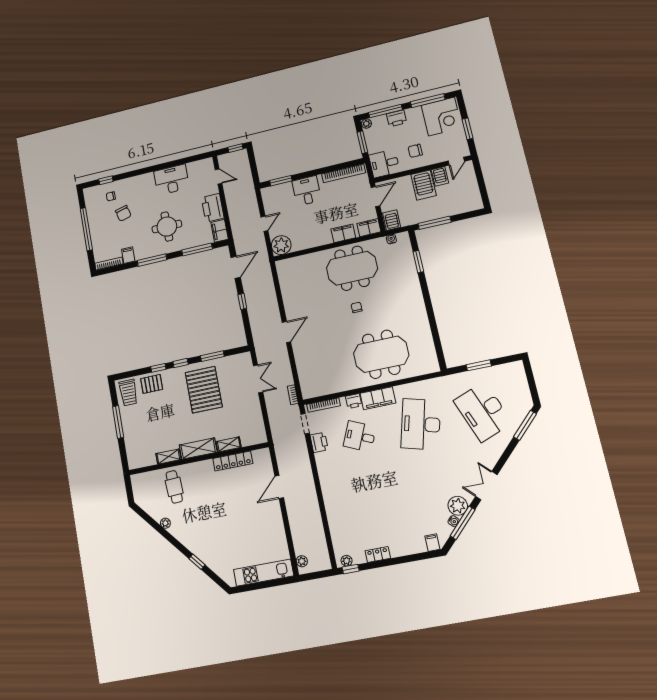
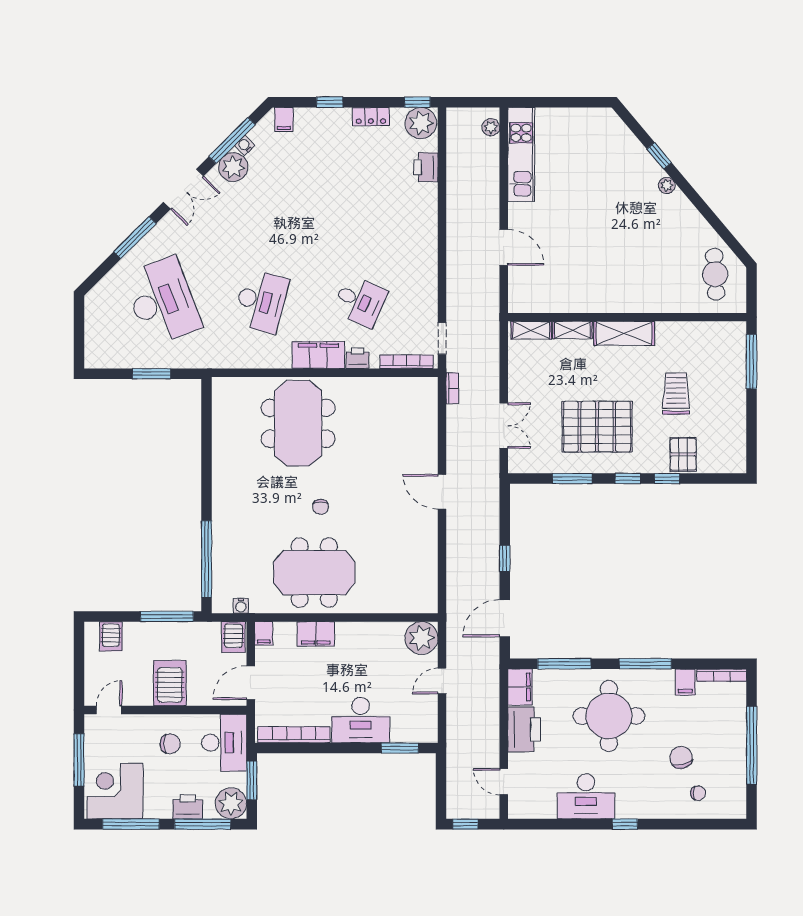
plant: (366, 124) -> (231, 803), width x1.88, depth x1.88
window: (467, 129) -> (79, 760), width x1.44
desk: (384, 164) -> (224, 743), width x1.37
server rack: (440, 176) -> (111, 636), moved, turned 180
window: (106, 180) -> (625, 824), moved
desk: (307, 191) -> (361, 720), width x1.37
round table: (167, 227) -> (609, 716), width x1.36, depth x1.36
filing cabinet: (369, 228) -> (264, 633), width x0.50
window: (418, 262) -> (207, 559), width x2.11
door: (286, 332) -> (442, 492), hinge flipped
meeting table: (381, 354) -> (298, 423), turned 90
double door: (258, 379) -> (504, 426), swing flipped
pallet: (152, 384) -> (683, 454), turned 90
pallet: (204, 390) -> (597, 427), turned 90
trolley: (128, 393) -> (676, 394), moved
window: (118, 422) -> (752, 362), moved
desk: (421, 424) -> (261, 301), width x0.73, depth x0.77
window: (525, 425) -> (135, 238), moved
printer: (319, 442) -> (426, 167), moved
shelving: (168, 457) -> (531, 330), moved
locker: (233, 461) -> (571, 302), removed
cafe table: (174, 487) -> (715, 274), moved
door: (279, 487) -> (504, 247), hinge flipped
plant: (165, 523) -> (667, 185), moved
window: (406, 559) -> (330, 102), added
plant: (347, 561) -> (421, 123), width x1.88, depth x1.88
kitchen unit: (264, 573) -> (521, 154), moved, turned -90

